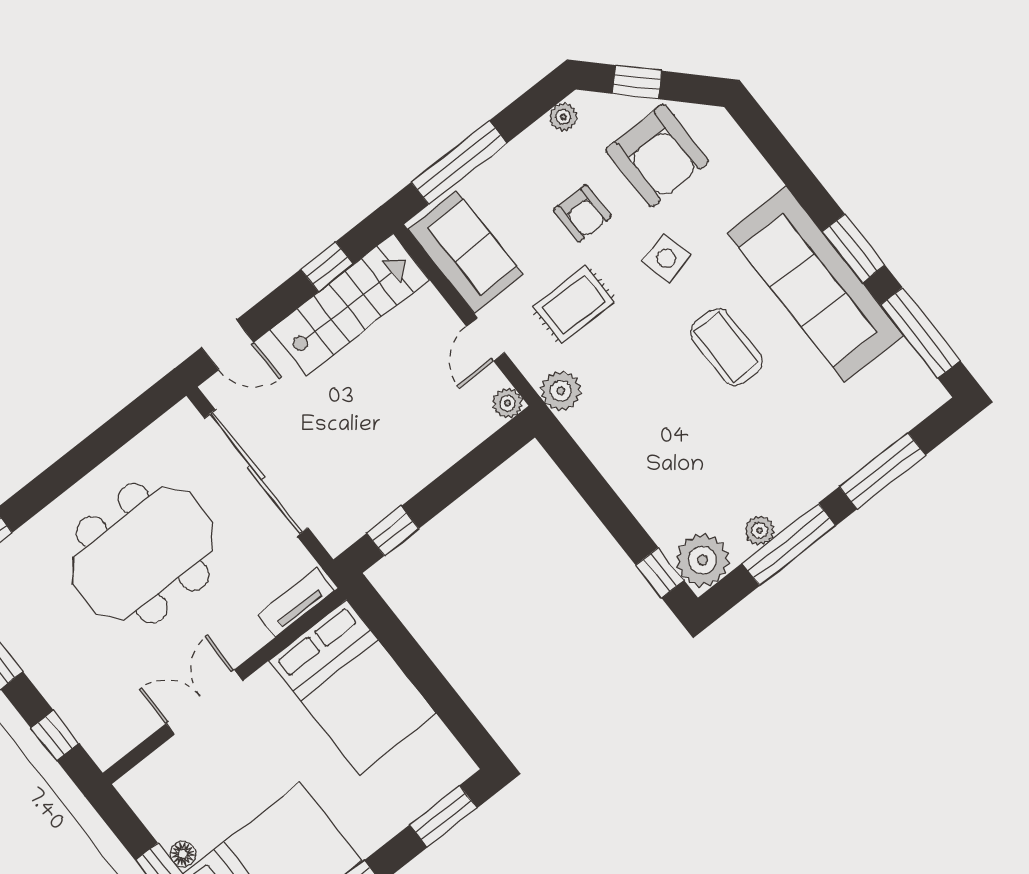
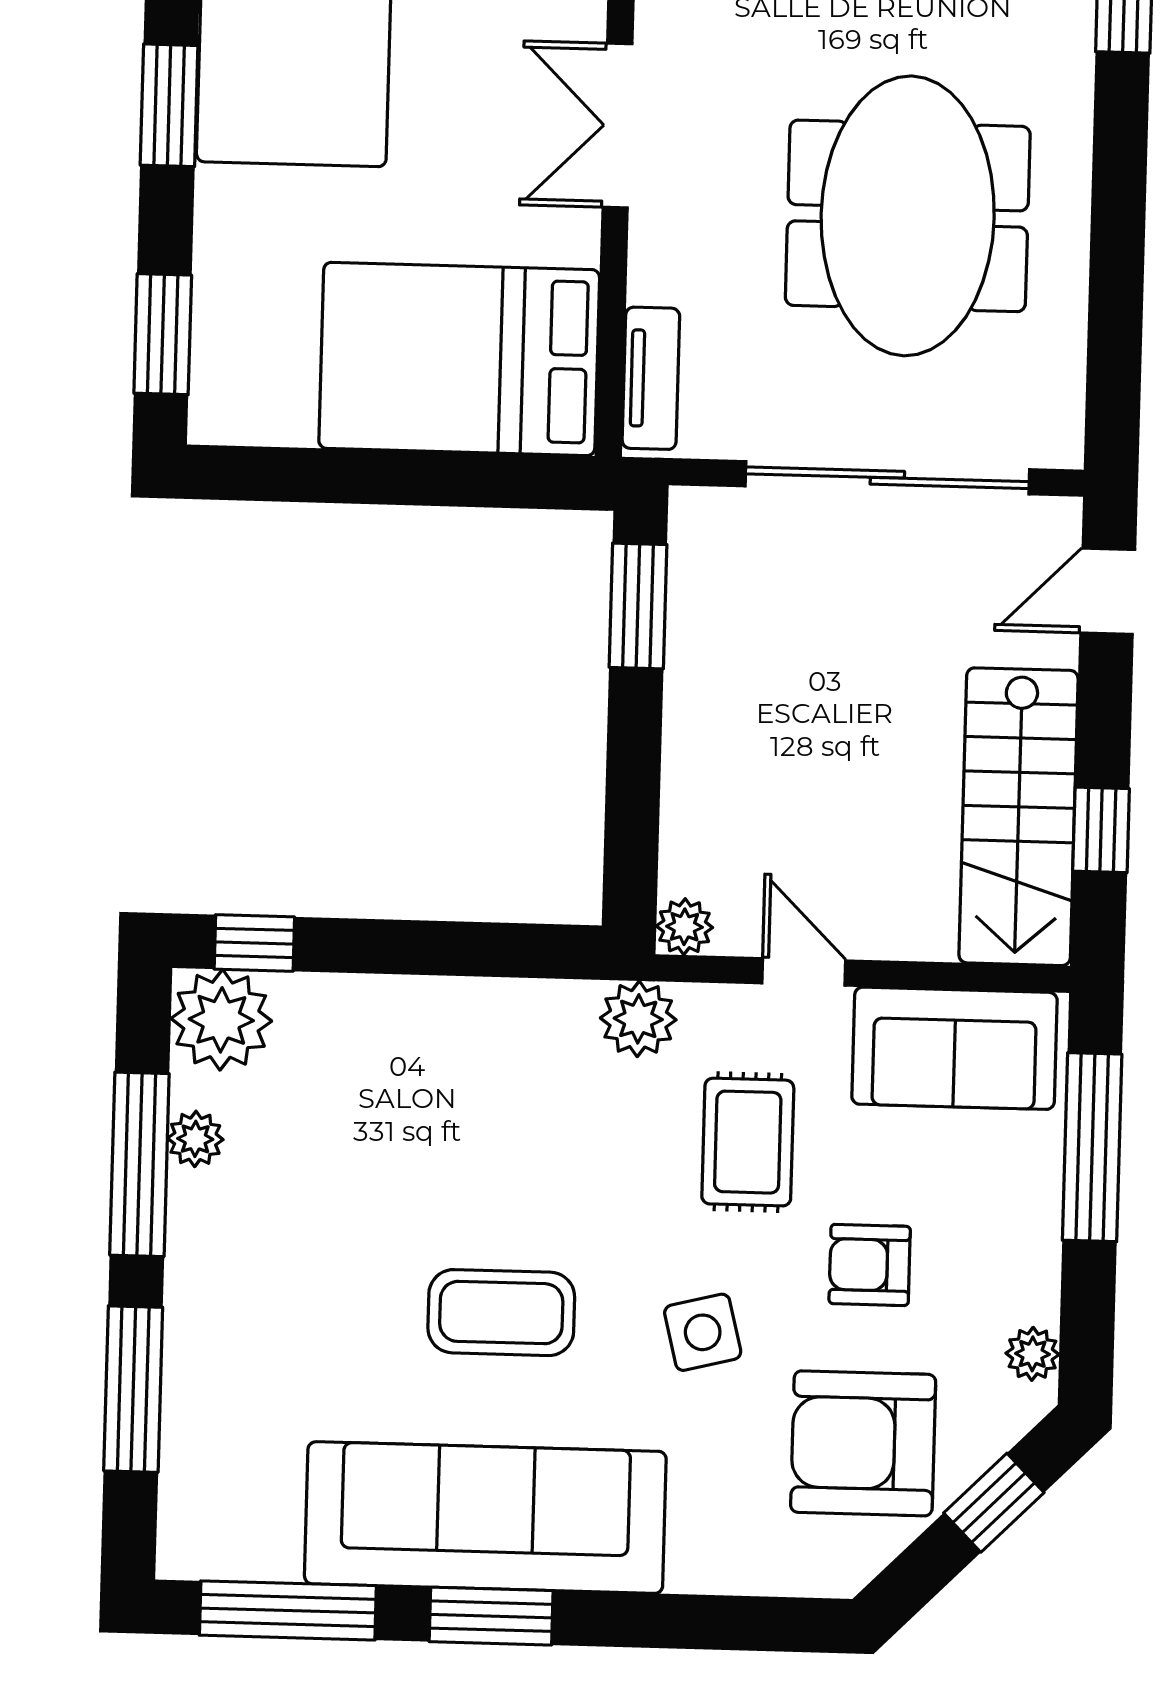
window: (393, 531) -> (638, 606), width x1.50
double door: (204, 702) -> (617, 126), swing flipped

